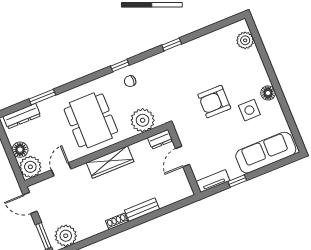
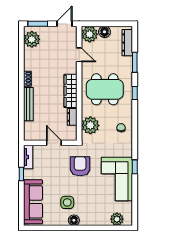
corner sofa: (196, 60) -> (117, 179), added
window: (120, 66) -> (135, 93), moved
armchair: (214, 102) -> (80, 166), moved
dresser: (160, 139) -> (72, 117), moved
bench: (142, 210) -> (28, 104), width x1.36

